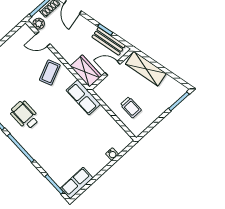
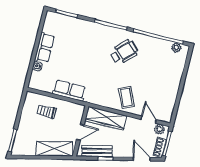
door: (43, 39) -> (149, 120), hinge flipped
wardrobe: (86, 71) -> (106, 118), width x1.50
row of seats: (83, 97) -> (69, 90), moved
wheelchair: (25, 115) -> (124, 52), turned -45
row of seats: (77, 183) -> (44, 48), moved

